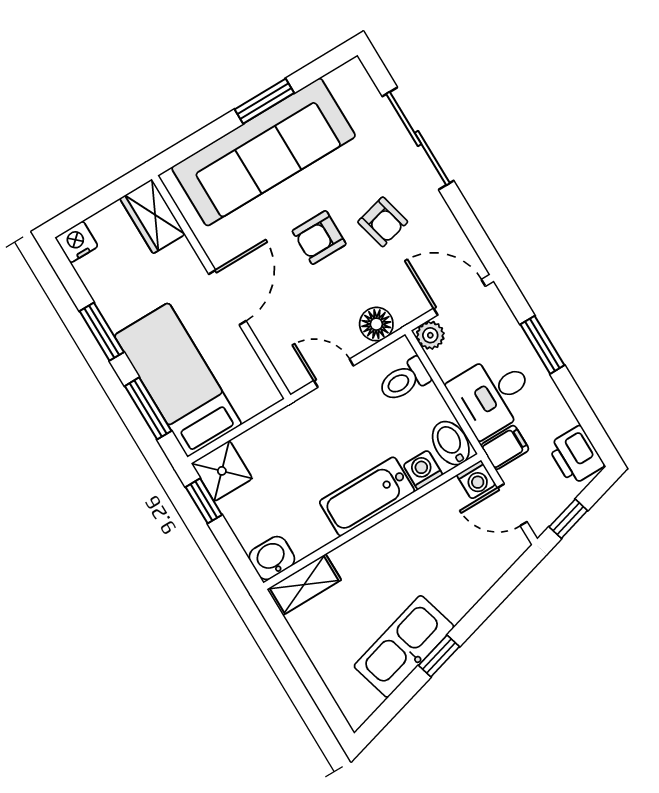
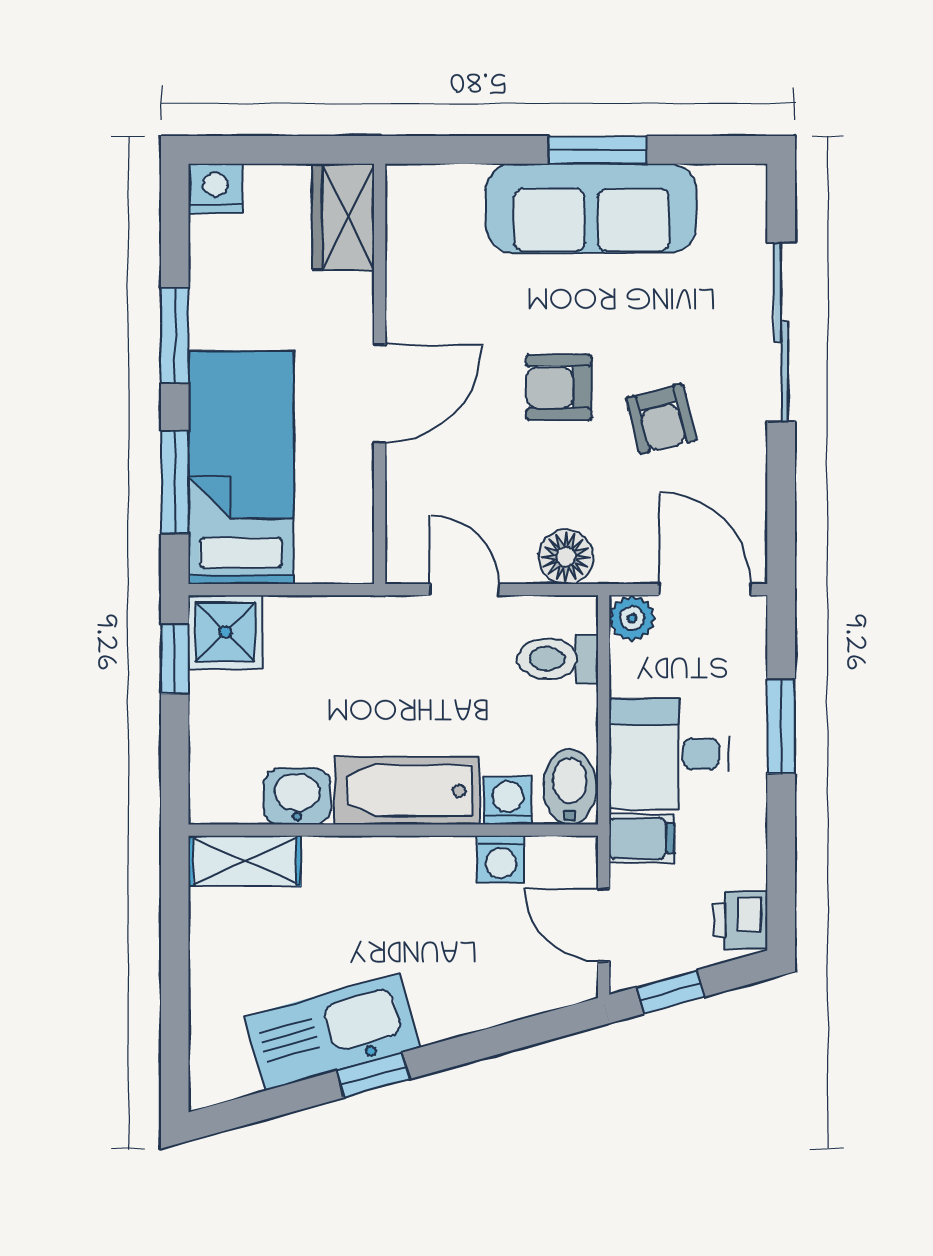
sofa: (264, 152) -> (591, 208), width x0.74, depth x0.79
printer: (576, 455) -> (741, 920), width x0.73, depth x0.81
washing machine: (476, 480) -> (501, 859), moved
washbasin: (272, 558) -> (297, 796), moved

